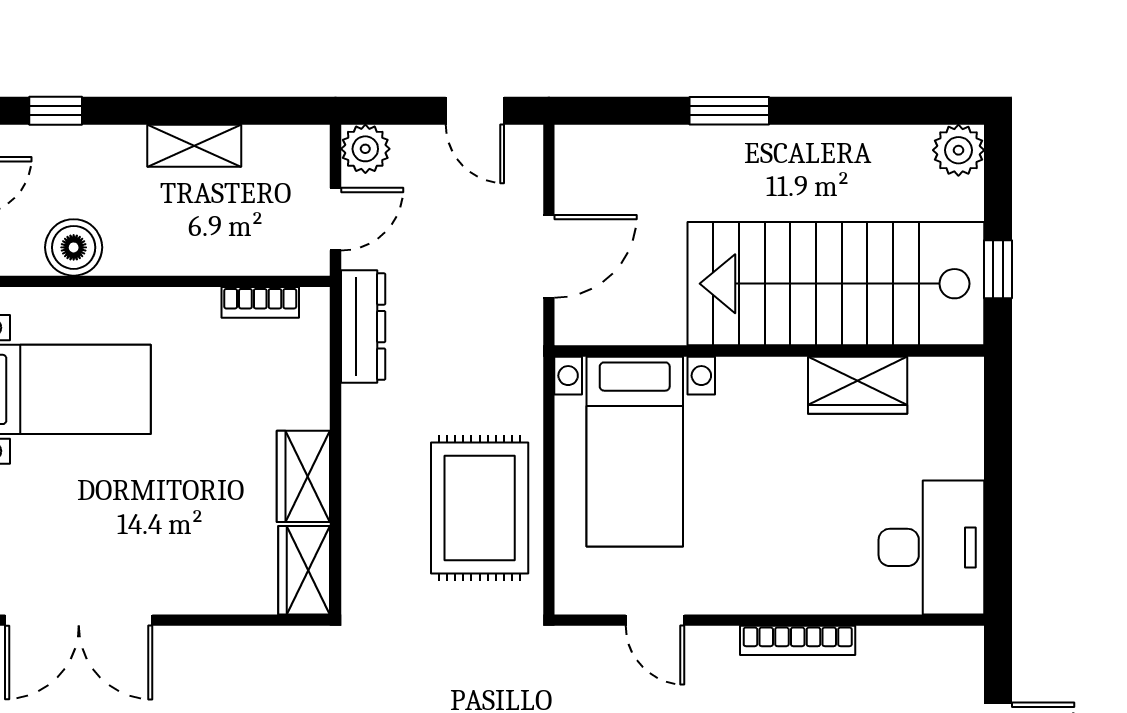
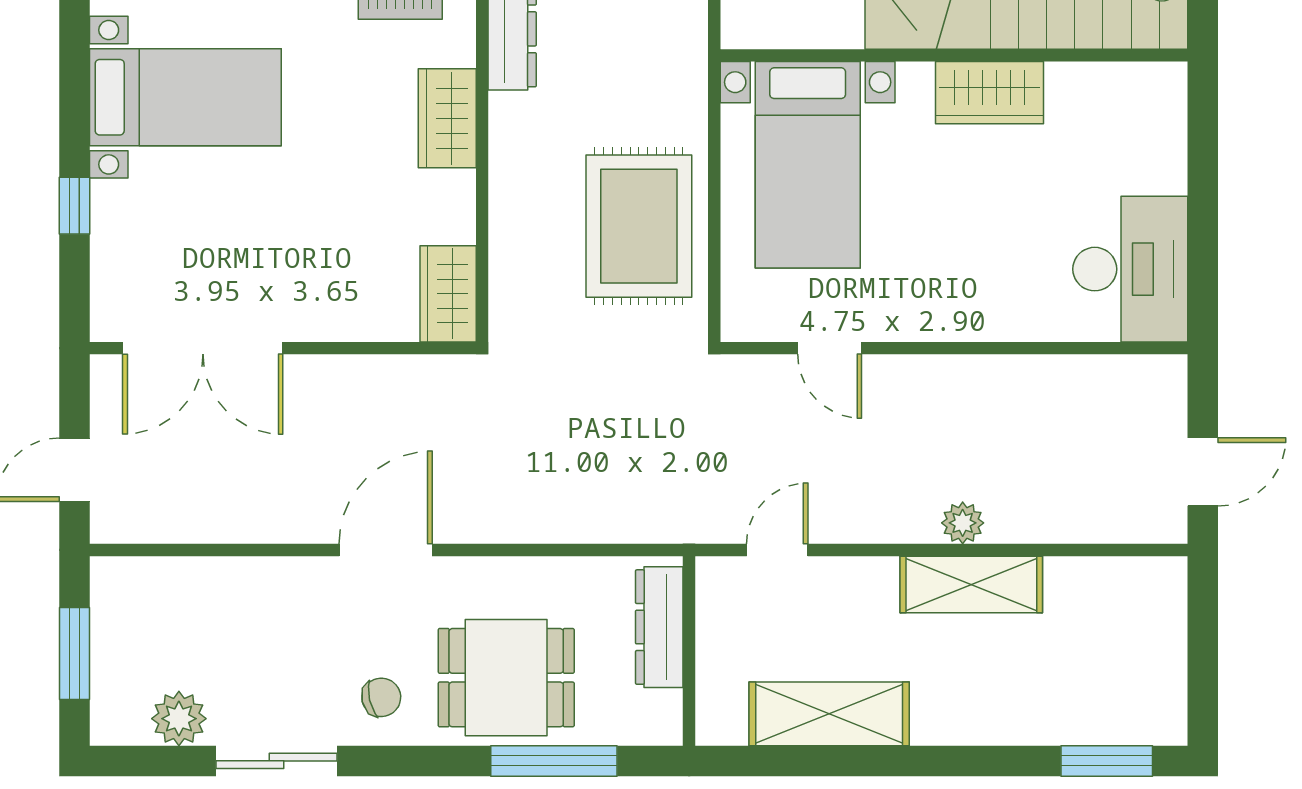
wardrobe: (858, 385) -> (989, 93), moved
wardrobe: (303, 476) -> (447, 118), moved
bookcase: (798, 640) -> (985, 370), removed

